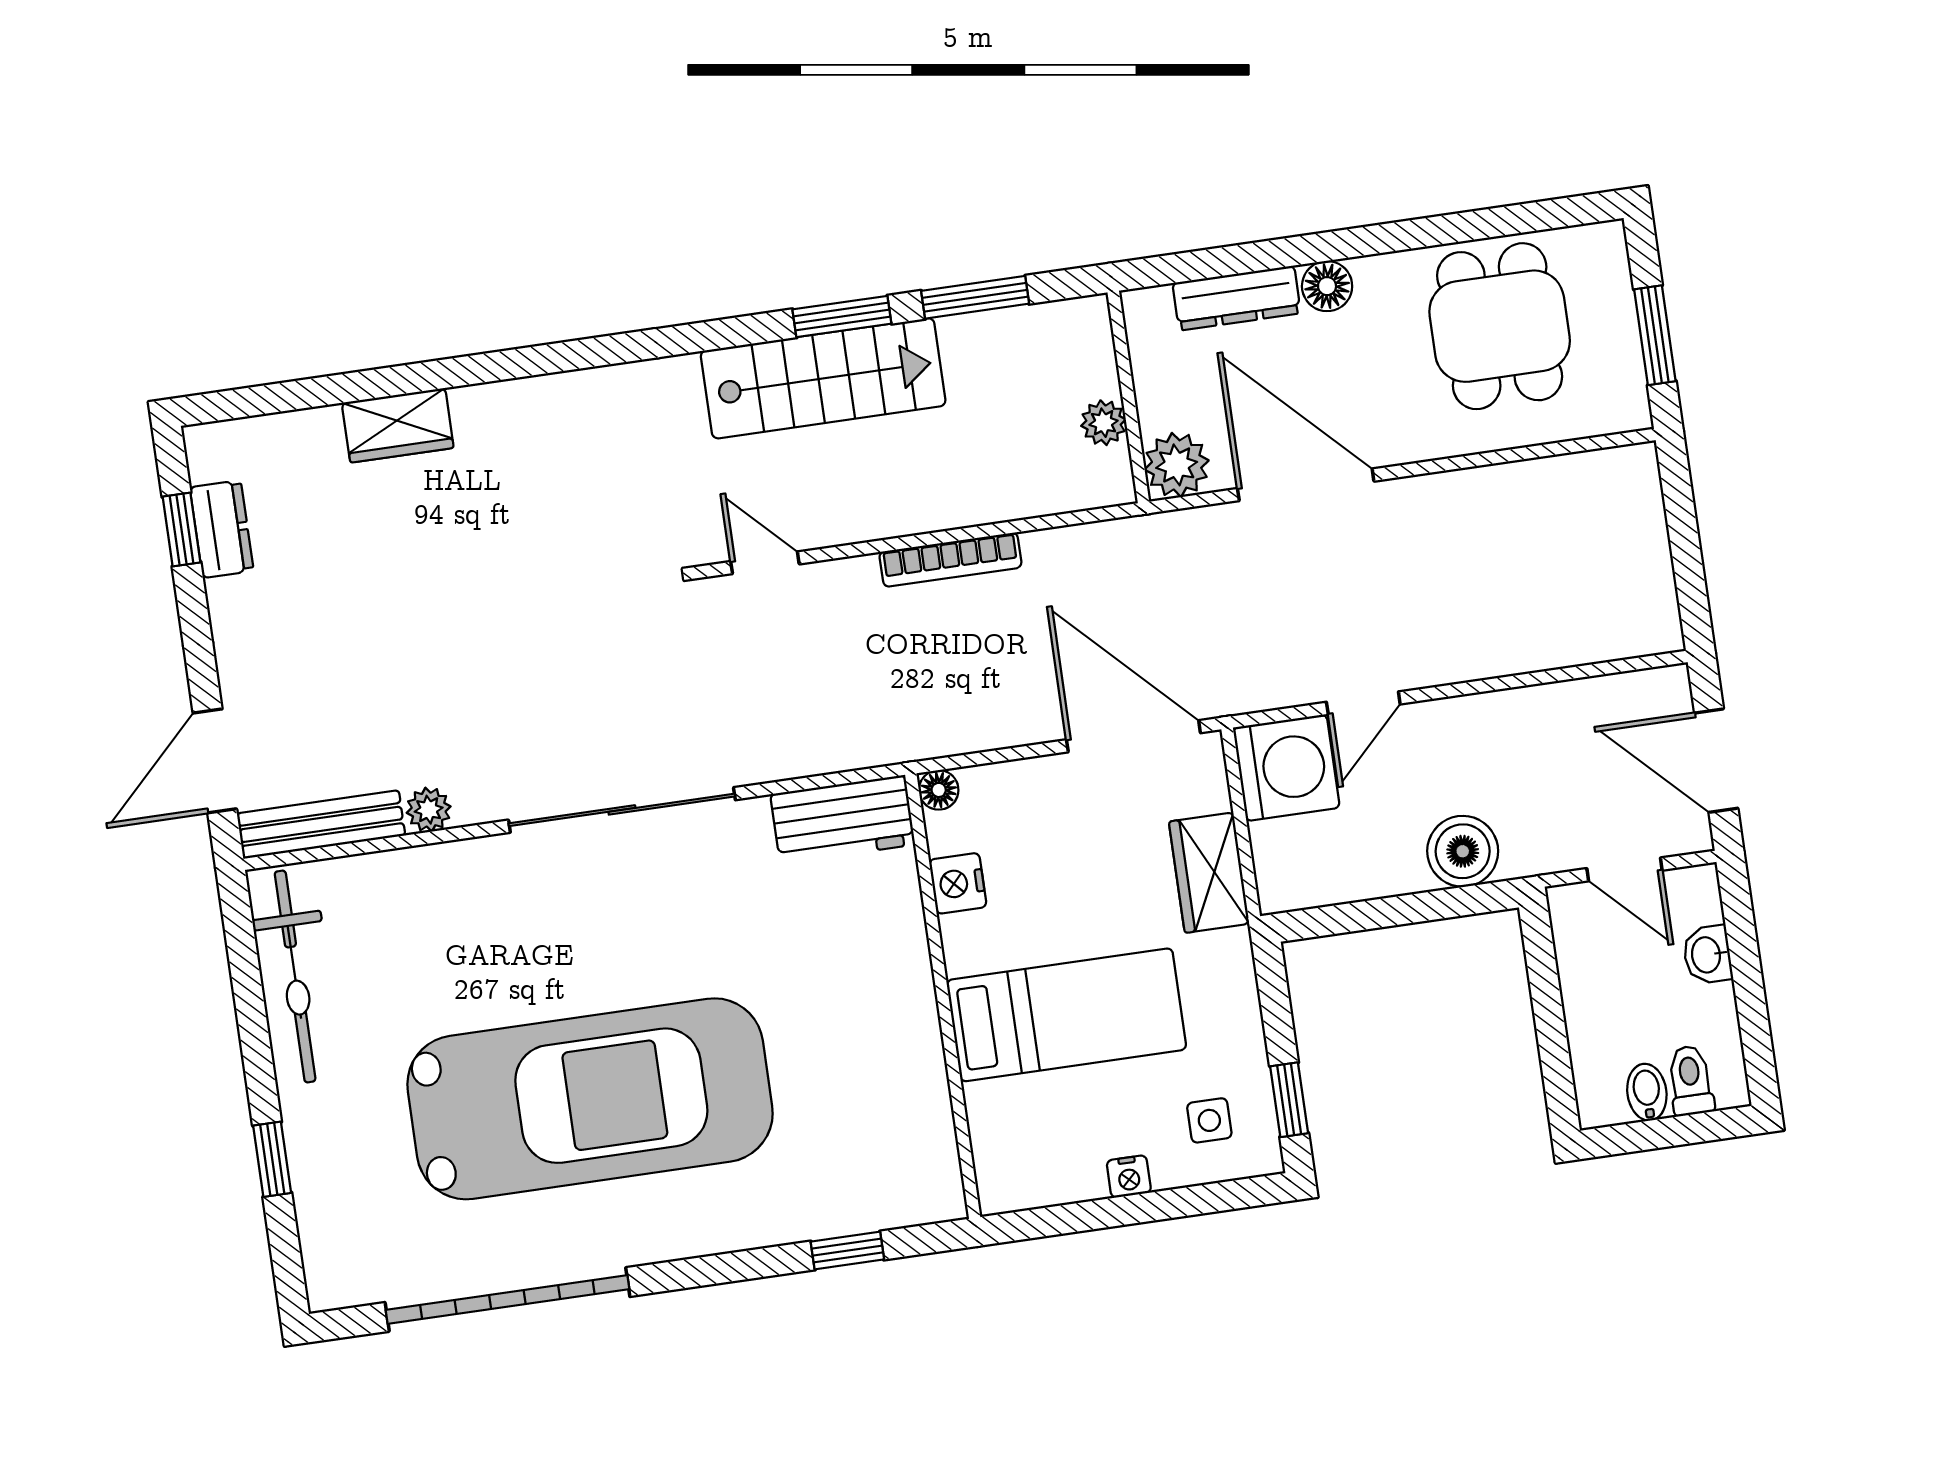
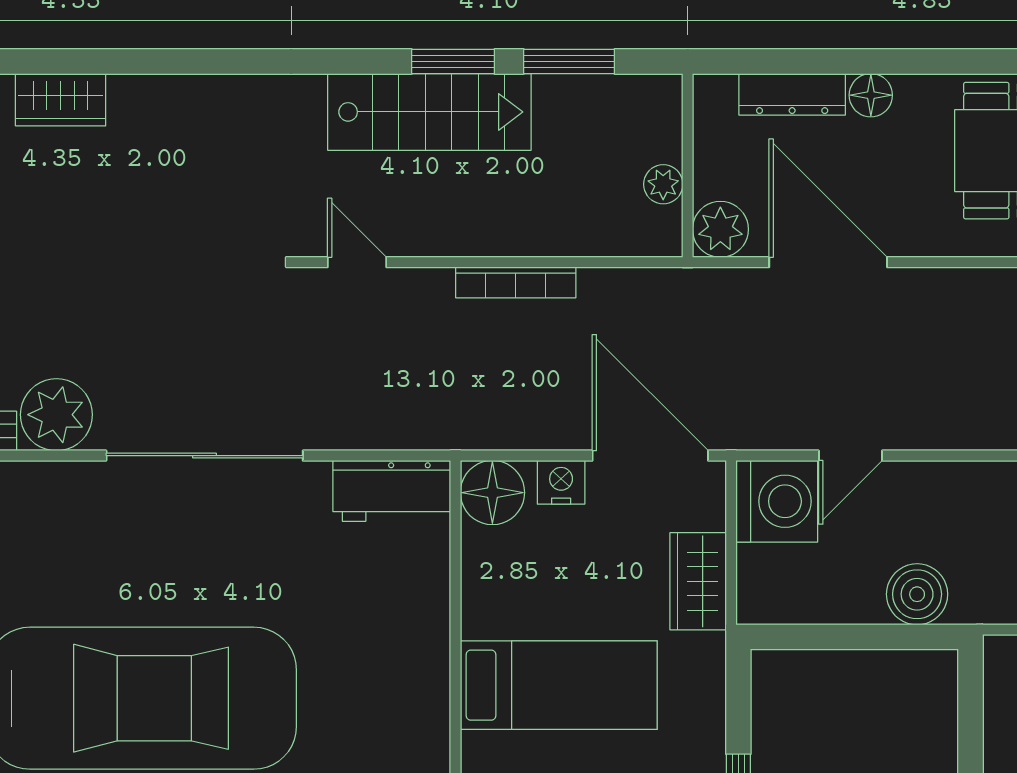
floor lamp: (939, 790) -> (492, 493), width x1.89, depth x1.89
plant: (429, 810) -> (56, 415), width x1.87, depth x1.87
nightstand: (958, 883) -> (561, 482), moved, turned 90

